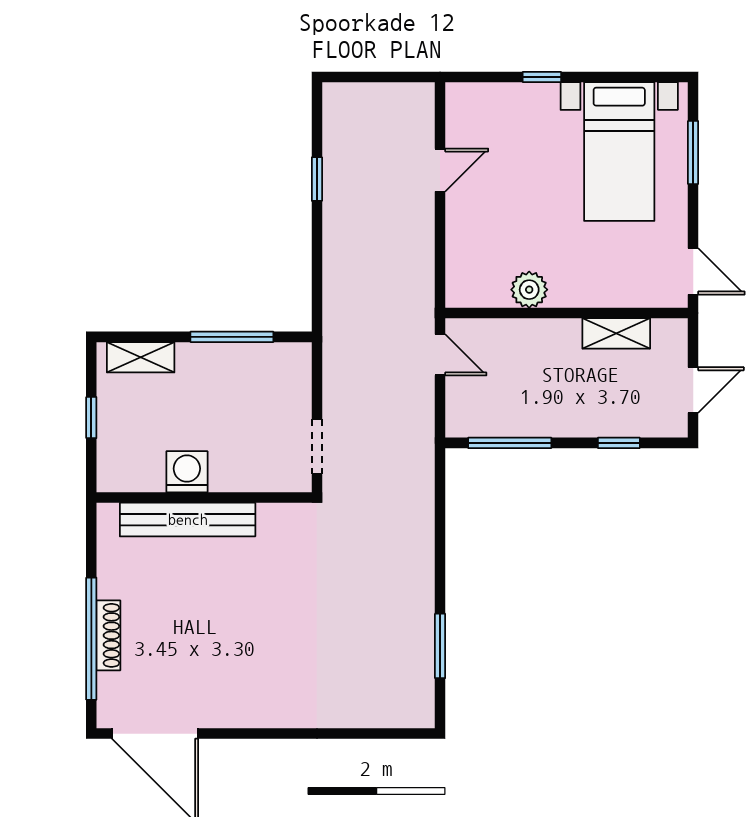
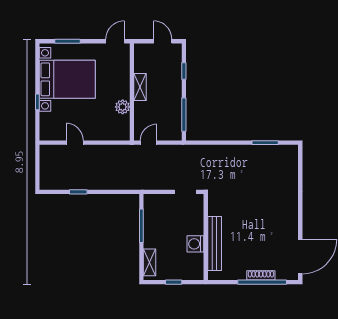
bed with nightstands: (619, 152) -> (67, 79), width x1.36
shelving: (616, 333) -> (140, 87), moved

